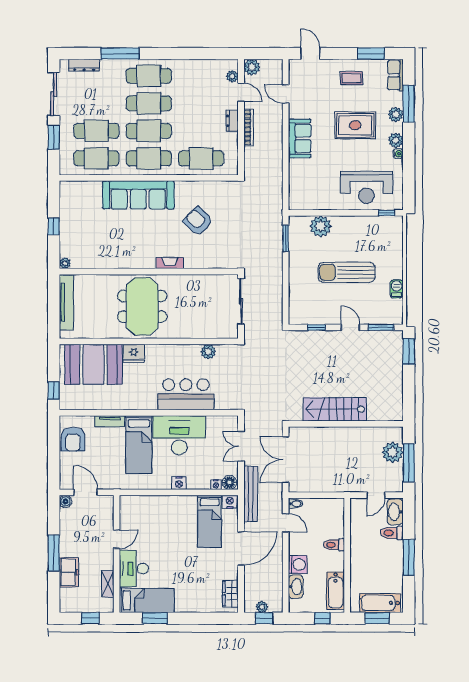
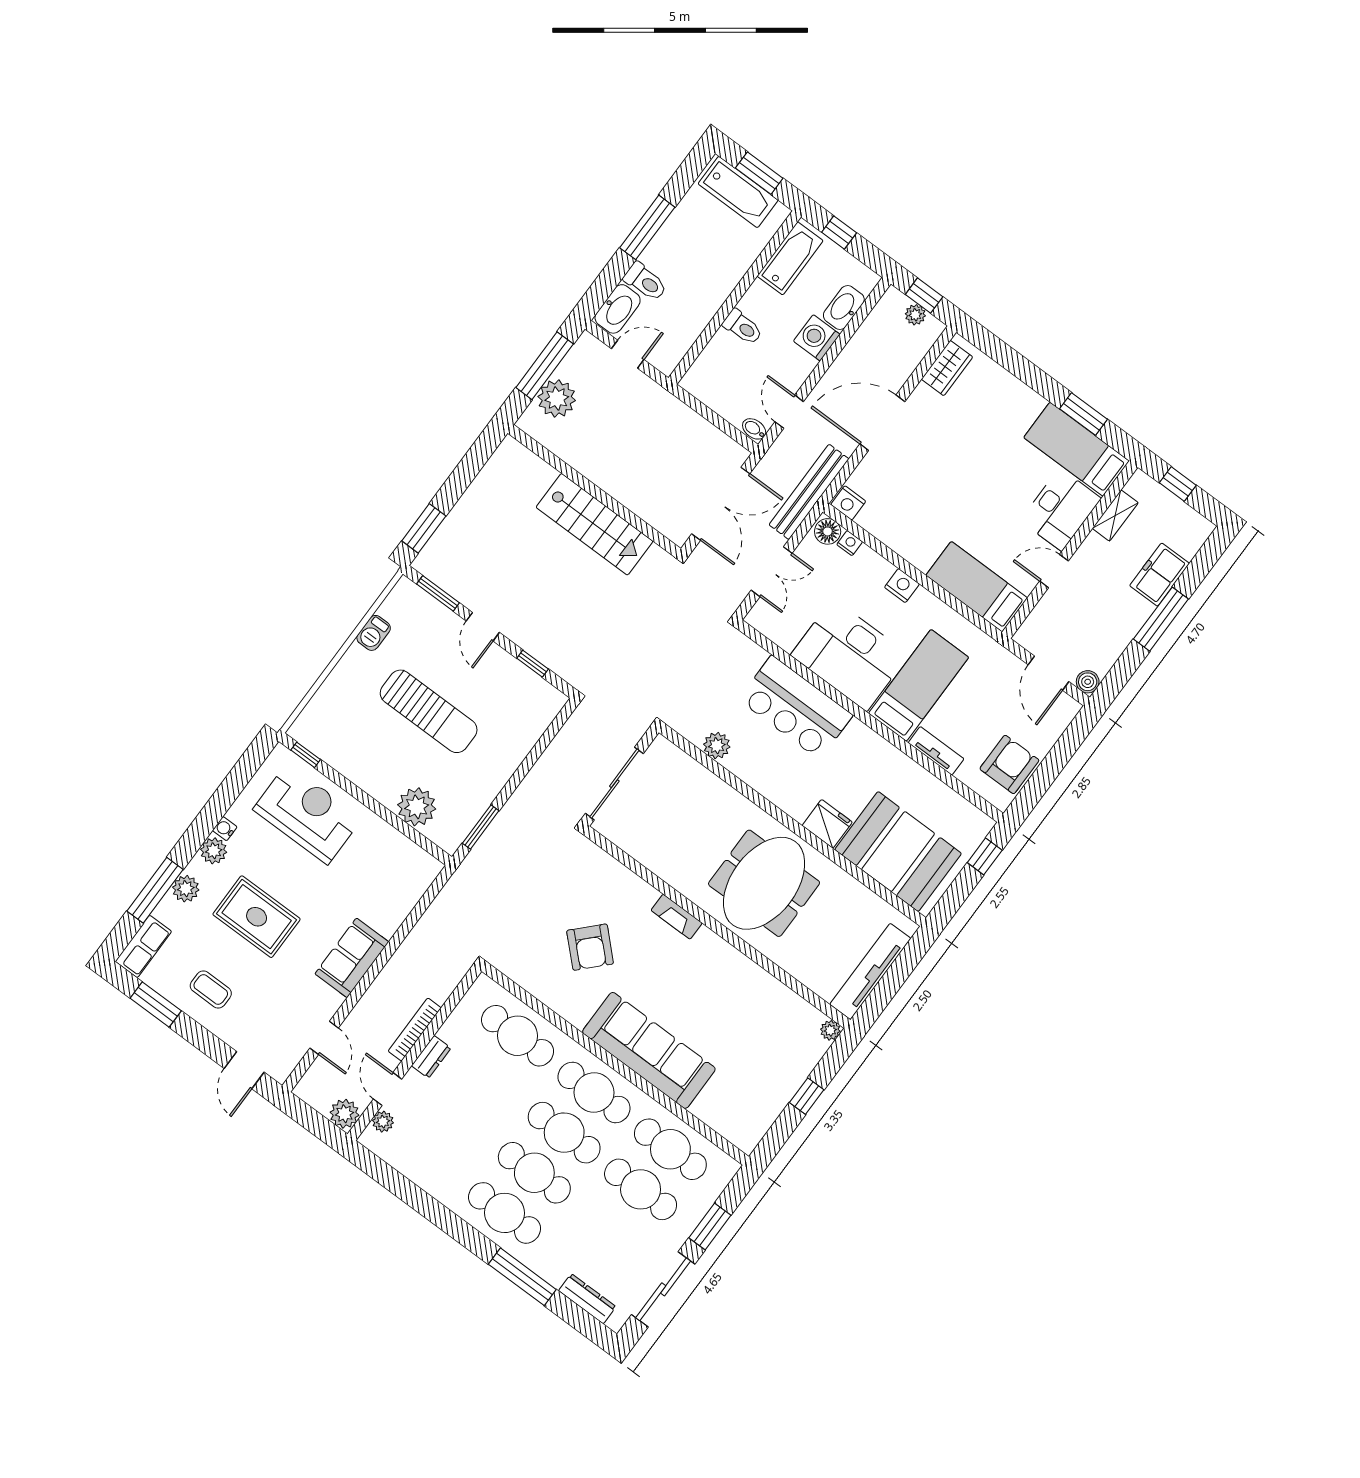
bed: (210, 521) -> (977, 587), moved, turned -90

